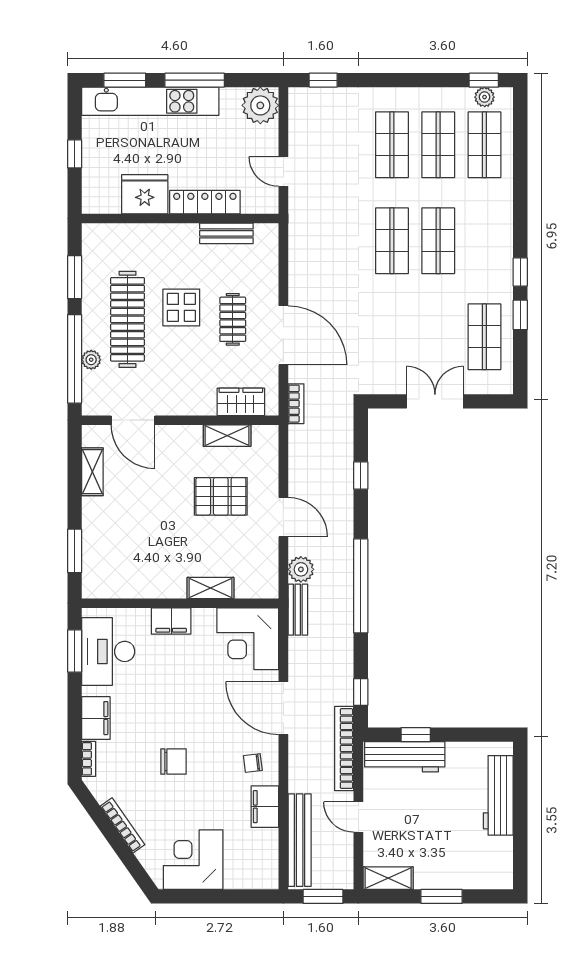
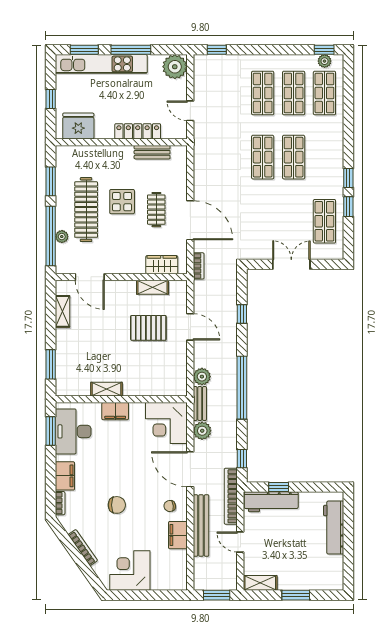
fridge: (145, 194) -> (78, 126), moved
door: (283, 517) -> (190, 327), moved
shelving: (210, 588) -> (107, 389), moved
plant: (301, 650) -> (202, 431), added
bench: (300, 840) -> (201, 525), moved

